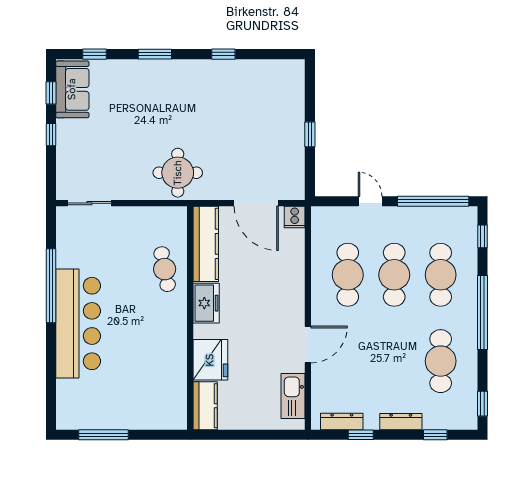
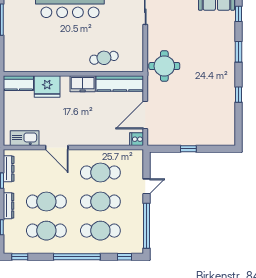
cafe table: (394, 361) -> (46, 202), added

